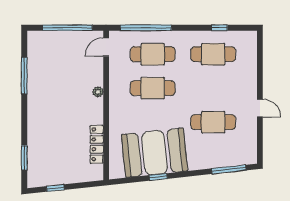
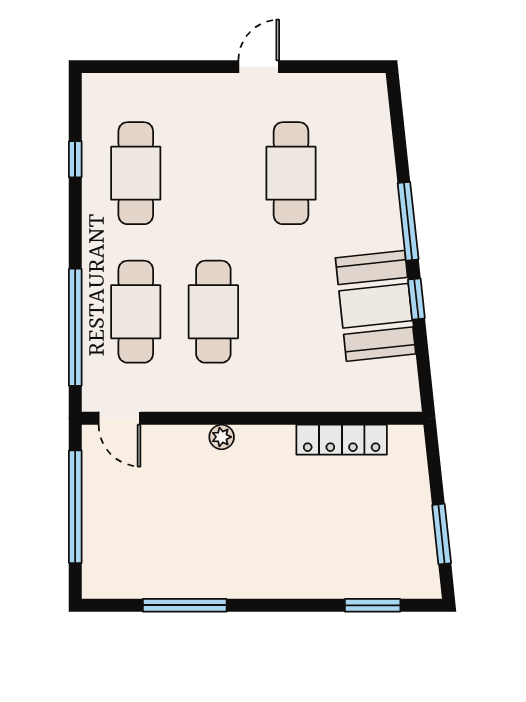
booth: (155, 153) -> (376, 306), width x0.73, depth x0.70
window: (229, 169) -> (408, 221), moved
window: (55, 188) -> (442, 534), width x1.50

